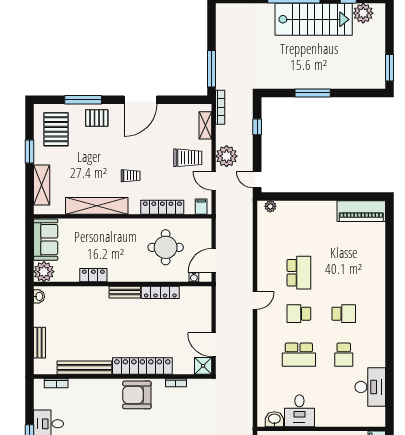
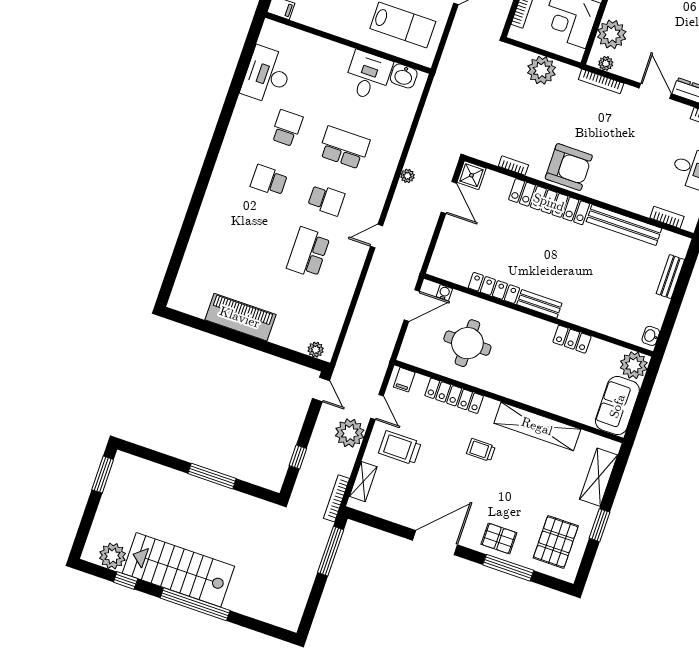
piano: (361, 211) -> (240, 317), moved
plant: (248, 350) -> (407, 176), added

